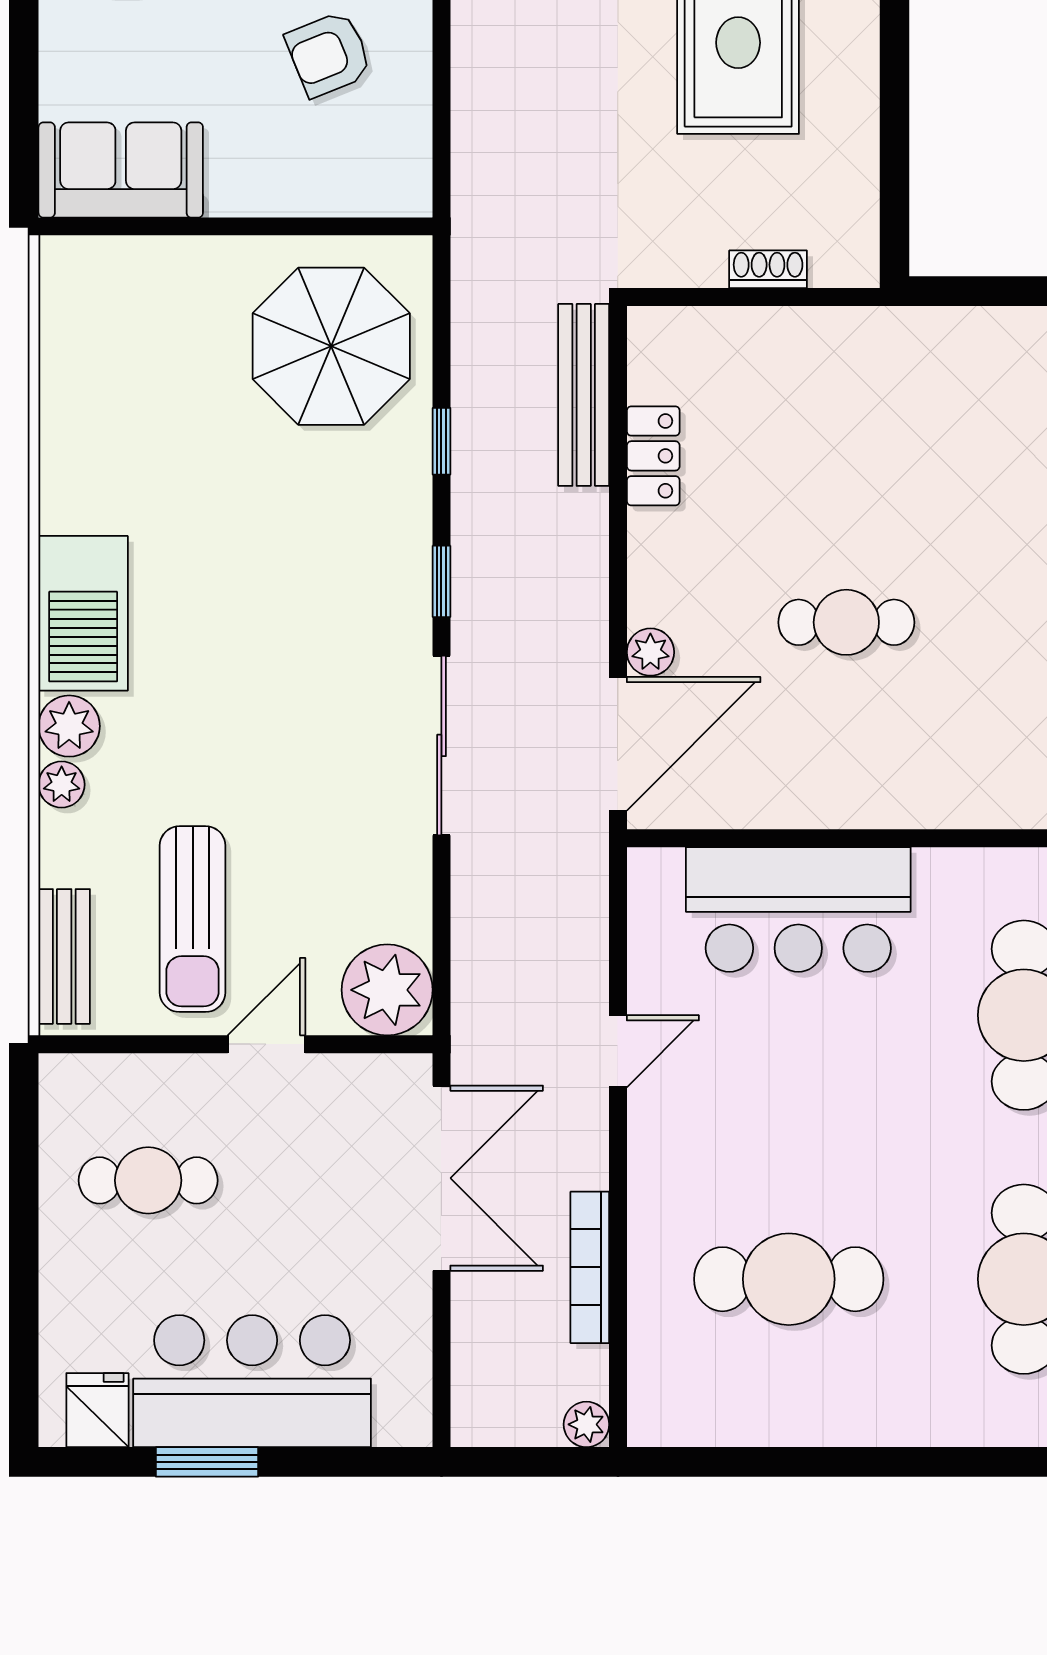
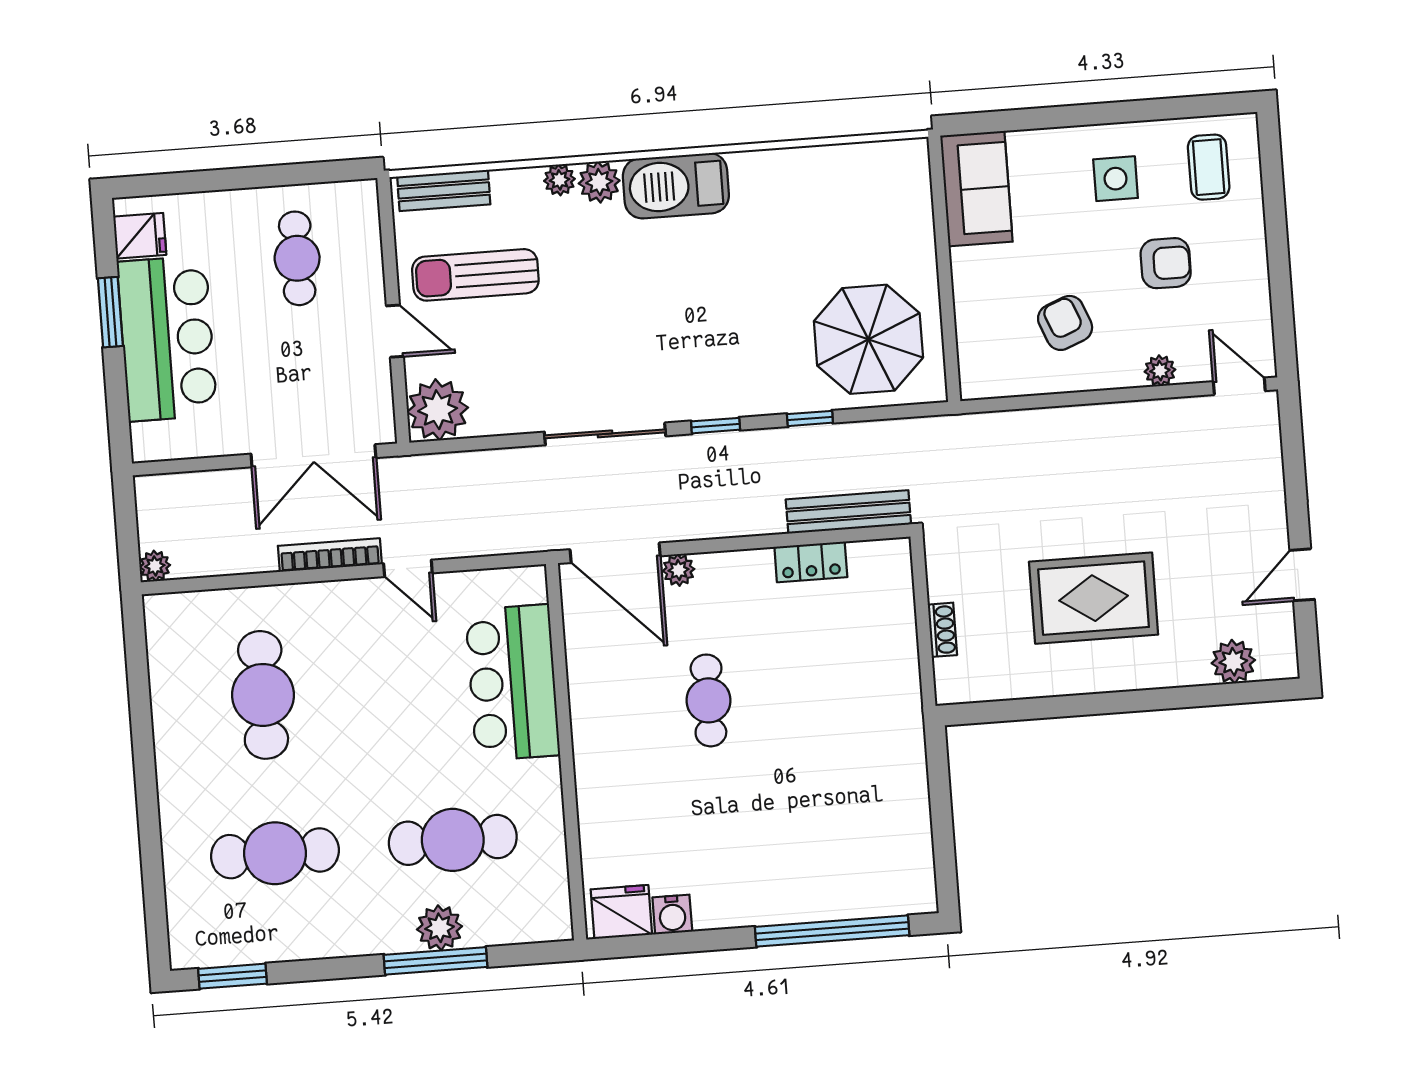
bookcase: (590, 1267) -> (330, 555), moved

